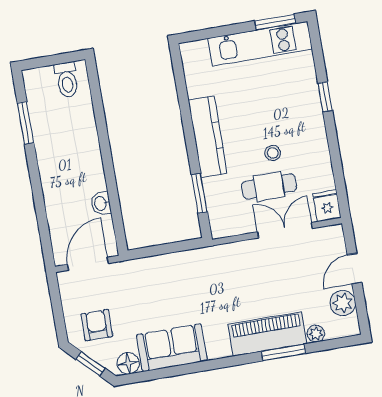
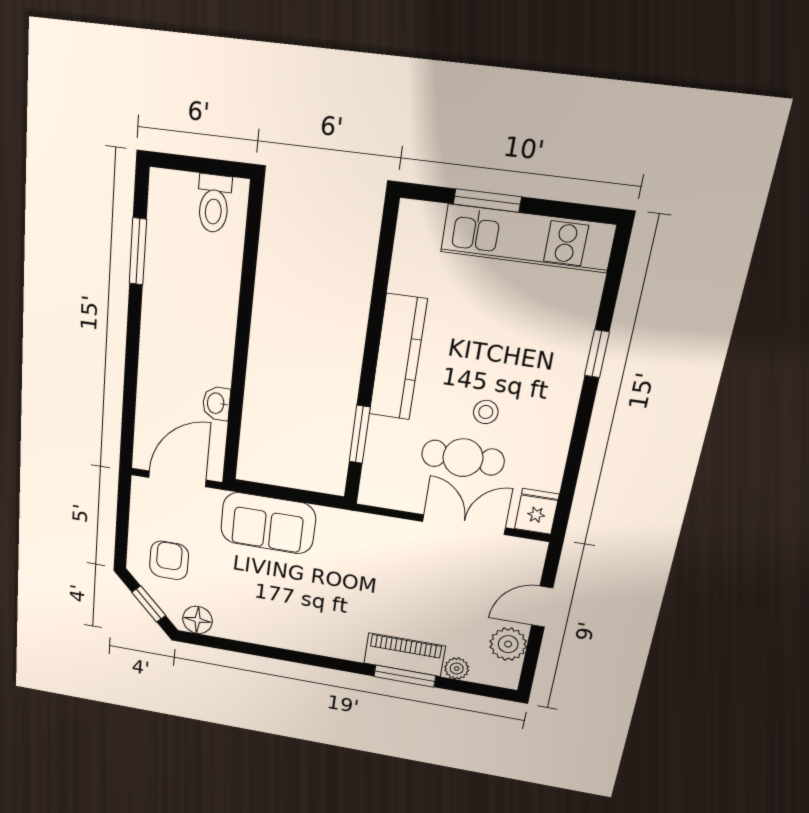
window: (275, 22) -> (487, 200), moved
piano: (267, 334) -> (405, 655), width x0.73, depth x0.75
sofa: (172, 348) -> (268, 523), moved, turned 180

